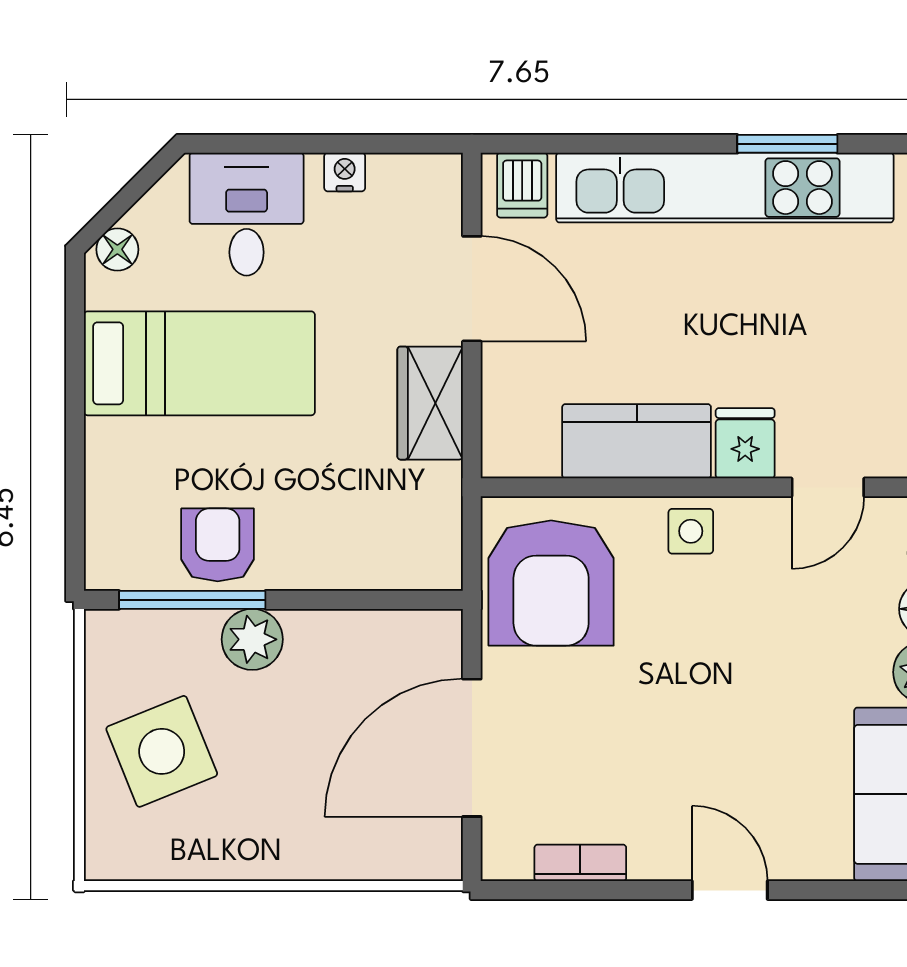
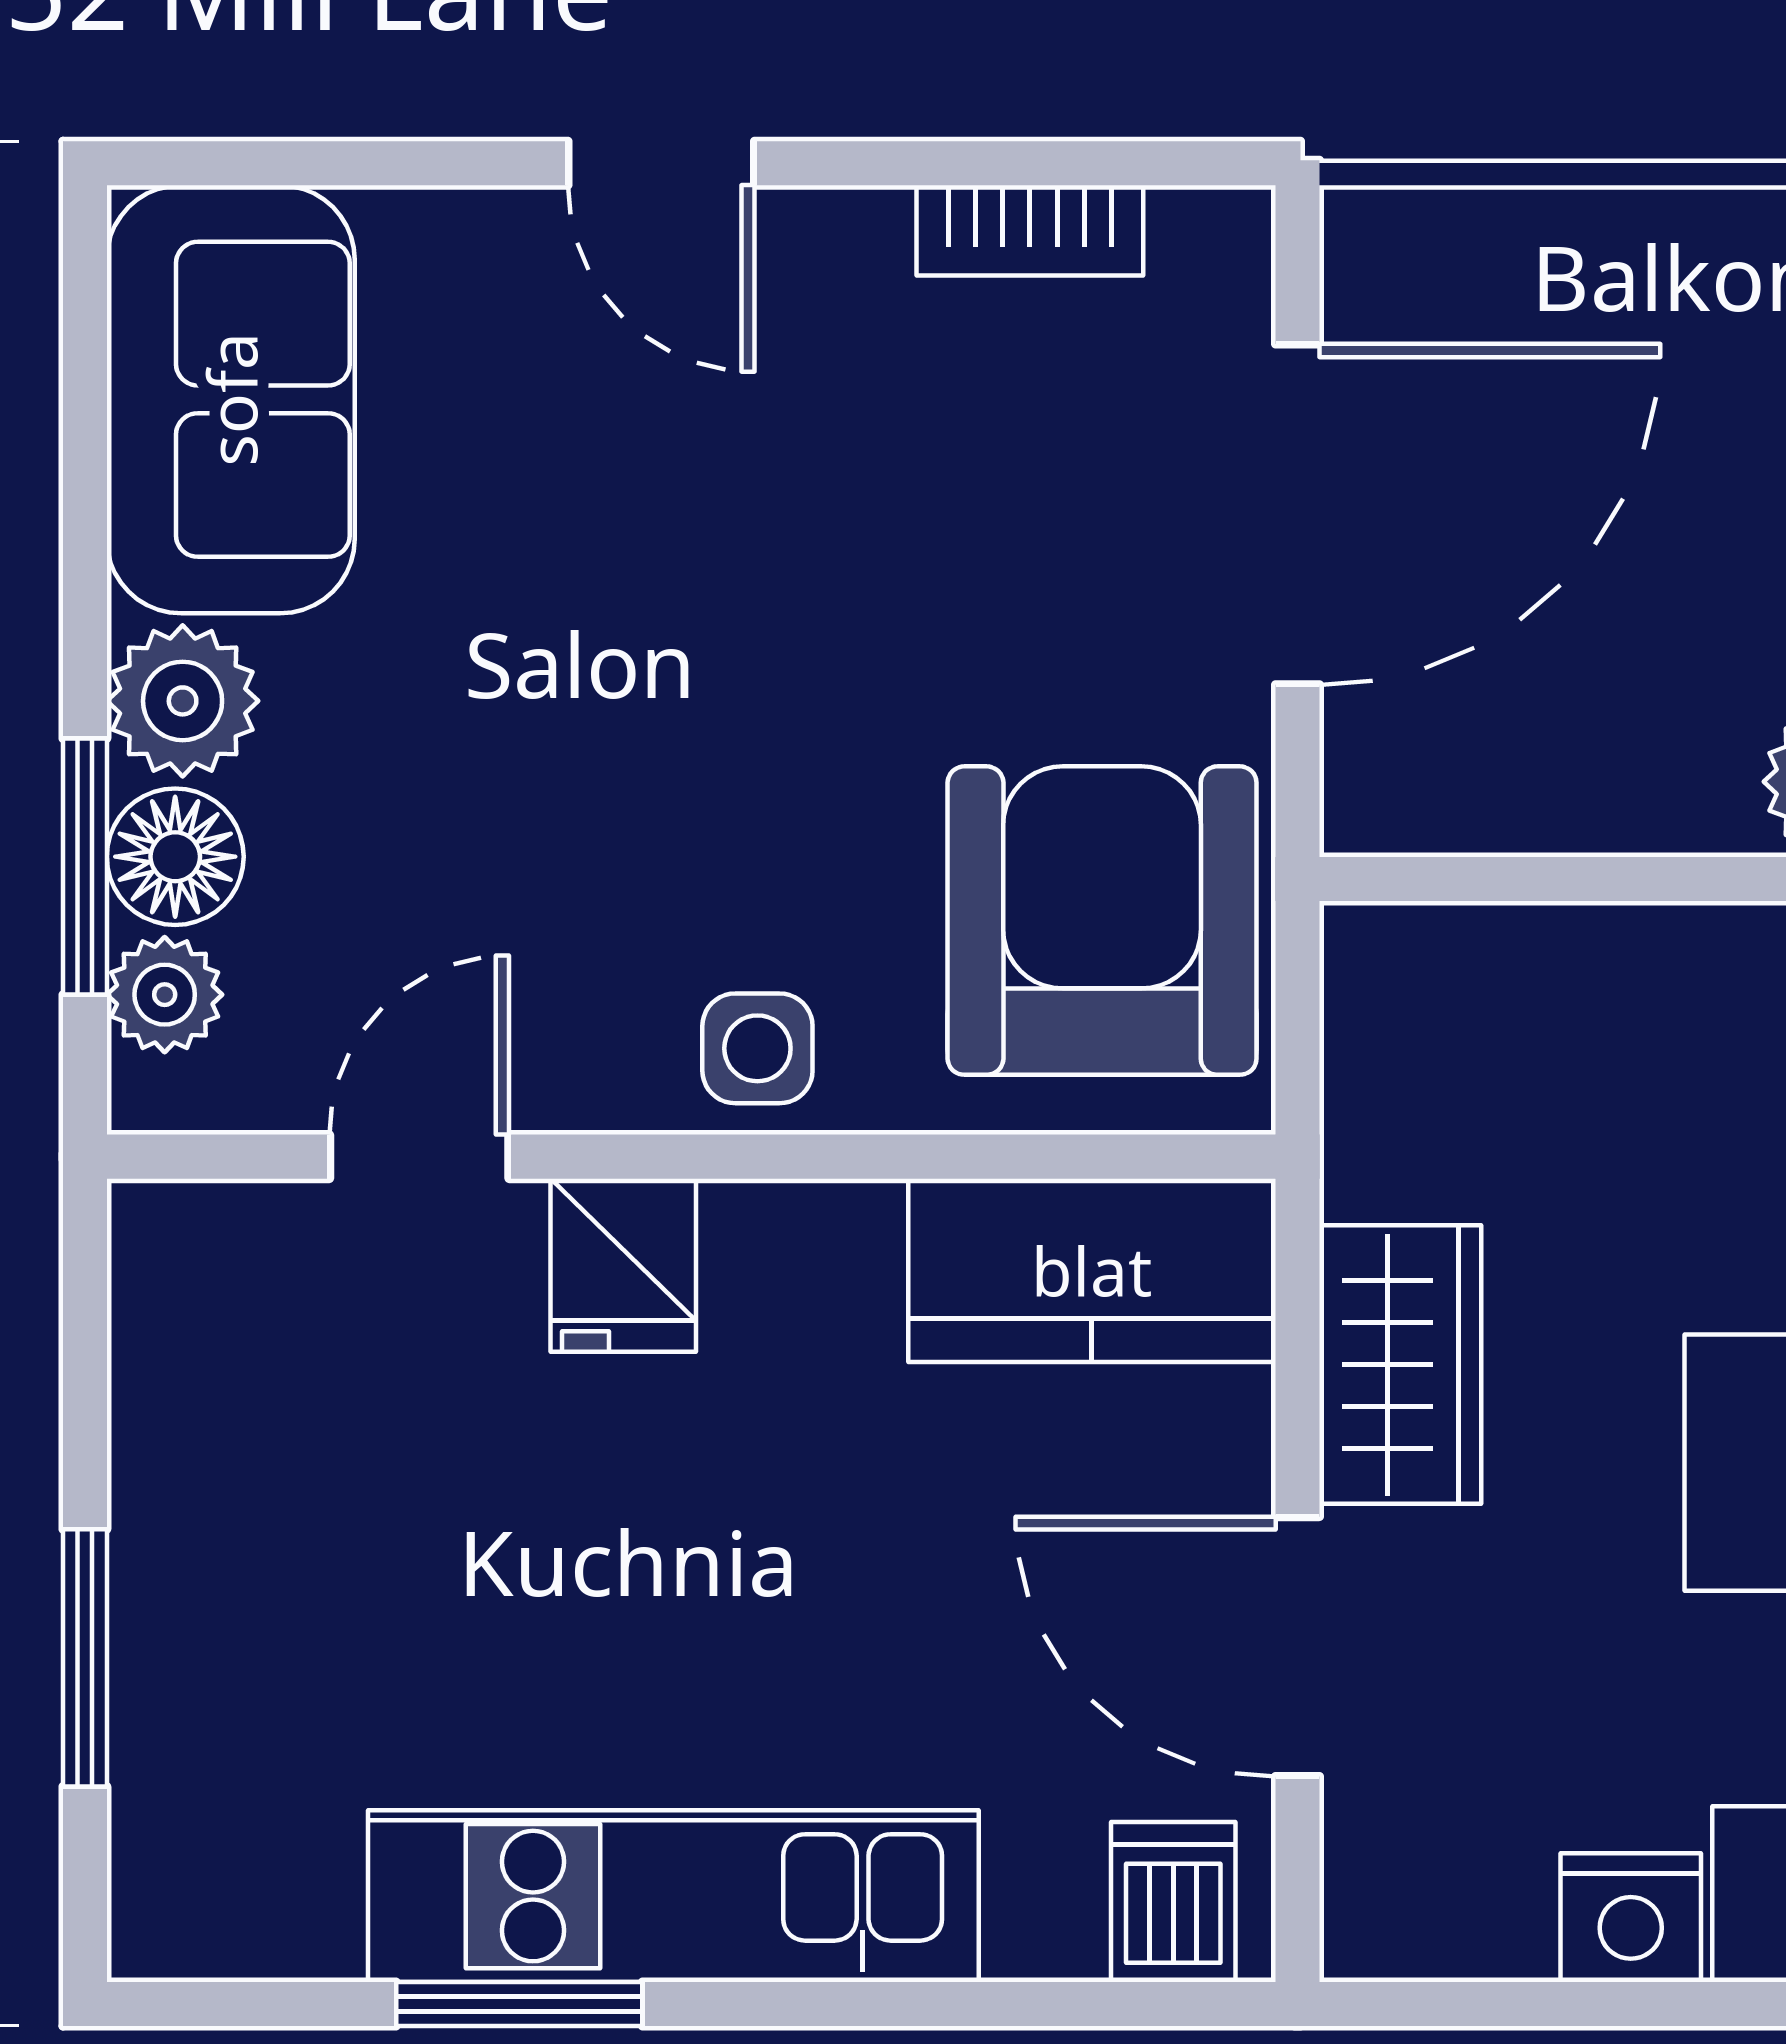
nightstand: (345, 172) -> (1631, 1918), width x1.39, depth x1.35
kitchen unit: (725, 188) -> (673, 1896), width x0.73
kitchen counter: (637, 441) -> (1092, 1270), moved

